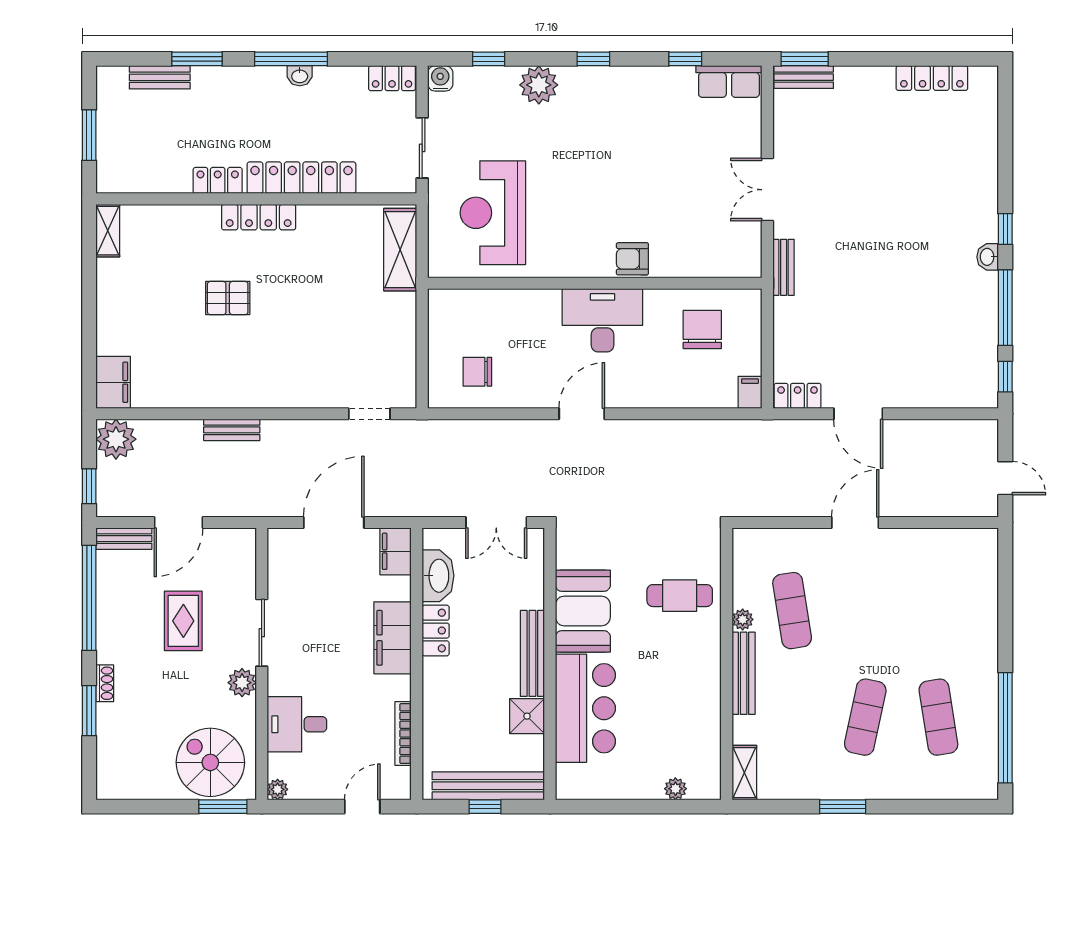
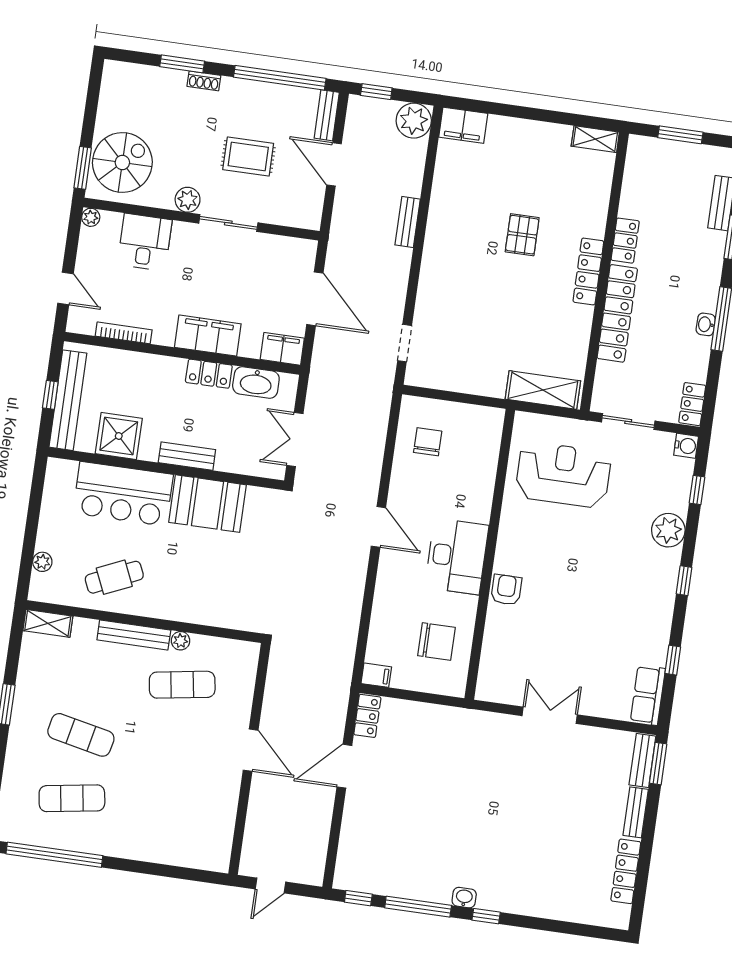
bench: (784, 267) -> (636, 812), moved, turned 90
cafe table: (680, 596) -> (114, 577), moved, turned 66
bench: (532, 653) -> (187, 456), width x0.73
shower: (527, 716) -> (119, 436), width x1.36, depth x1.36

